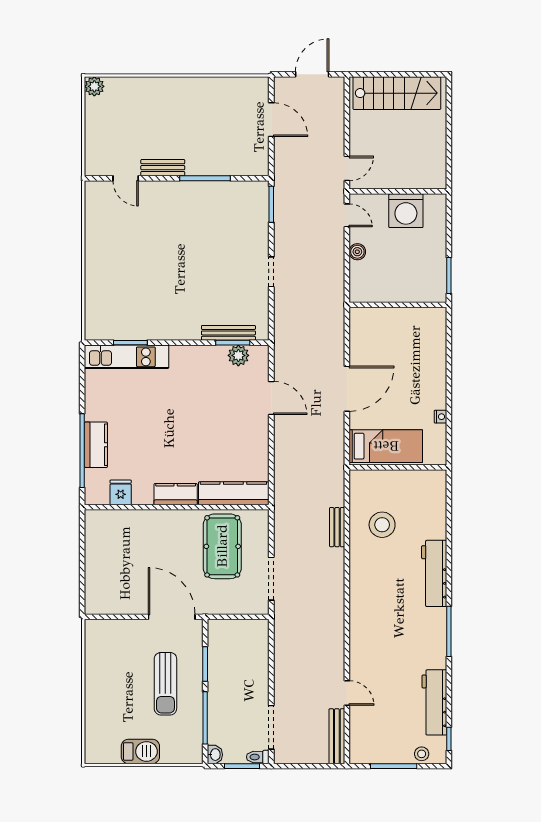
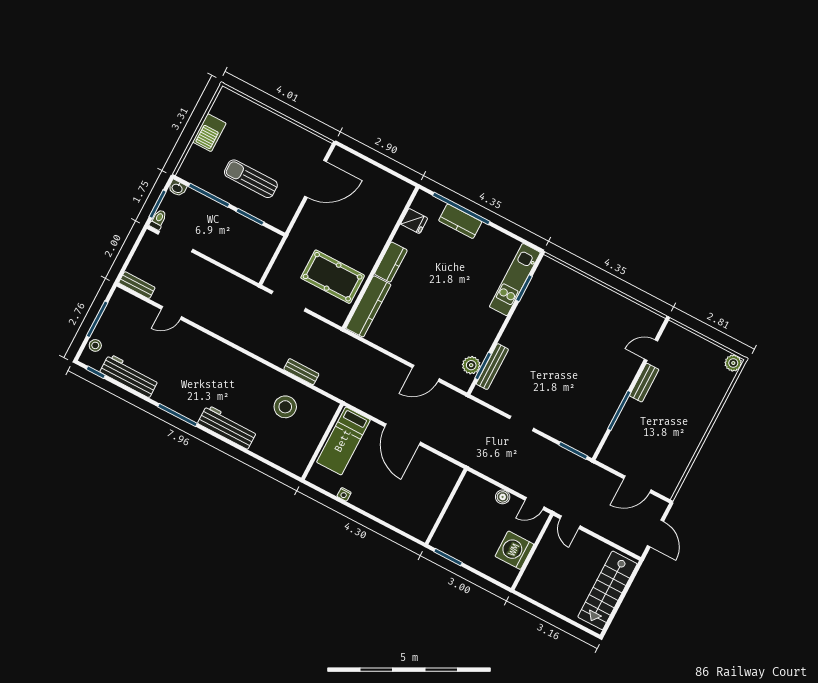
door: (172, 617) -> (316, 179), moved
bench: (337, 736) -> (137, 285), width x0.73

